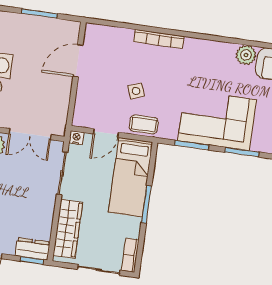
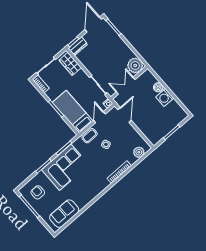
plant: (246, 55) -> (139, 152), moved
door: (78, 61) -> (125, 115), moved
wardrobe: (68, 229) -> (70, 64), width x0.67

